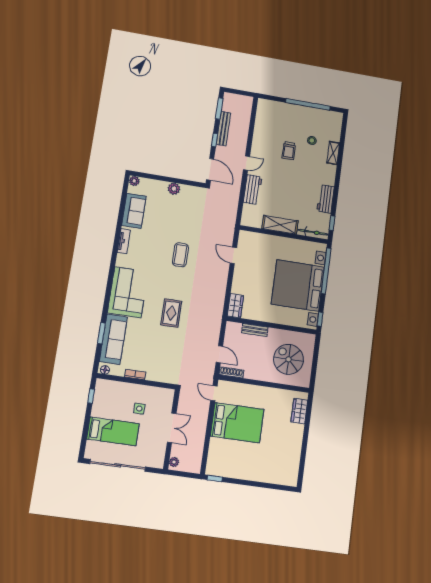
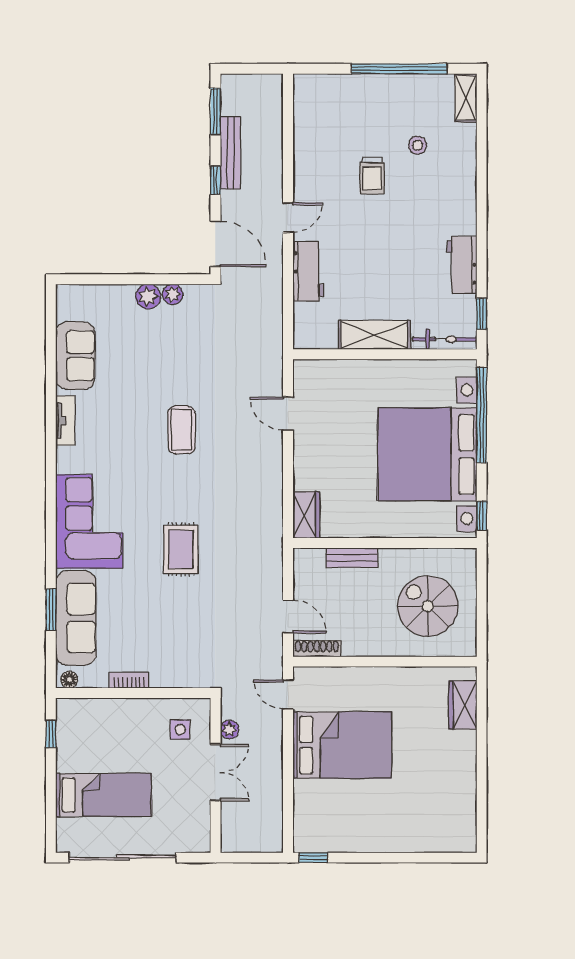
shelving: (333, 153) -> (466, 98), moved
plant: (134, 181) -> (173, 294), moved
side table: (139, 409) -> (180, 730), moved
plant: (174, 462) -> (230, 730), moved

